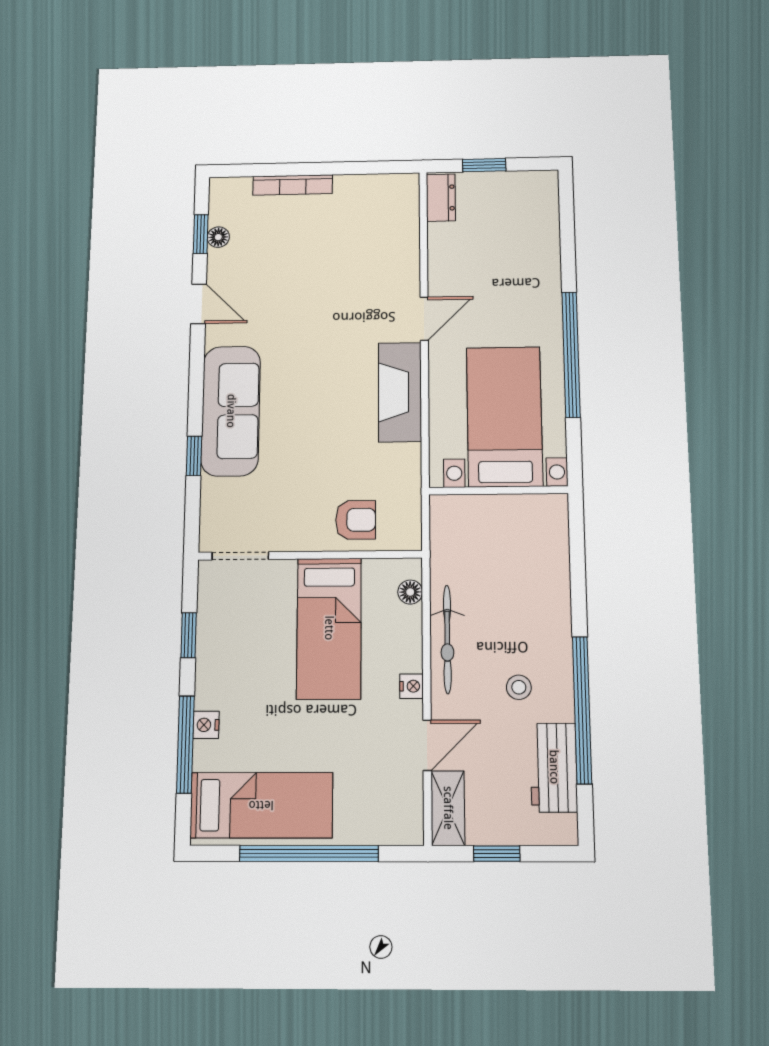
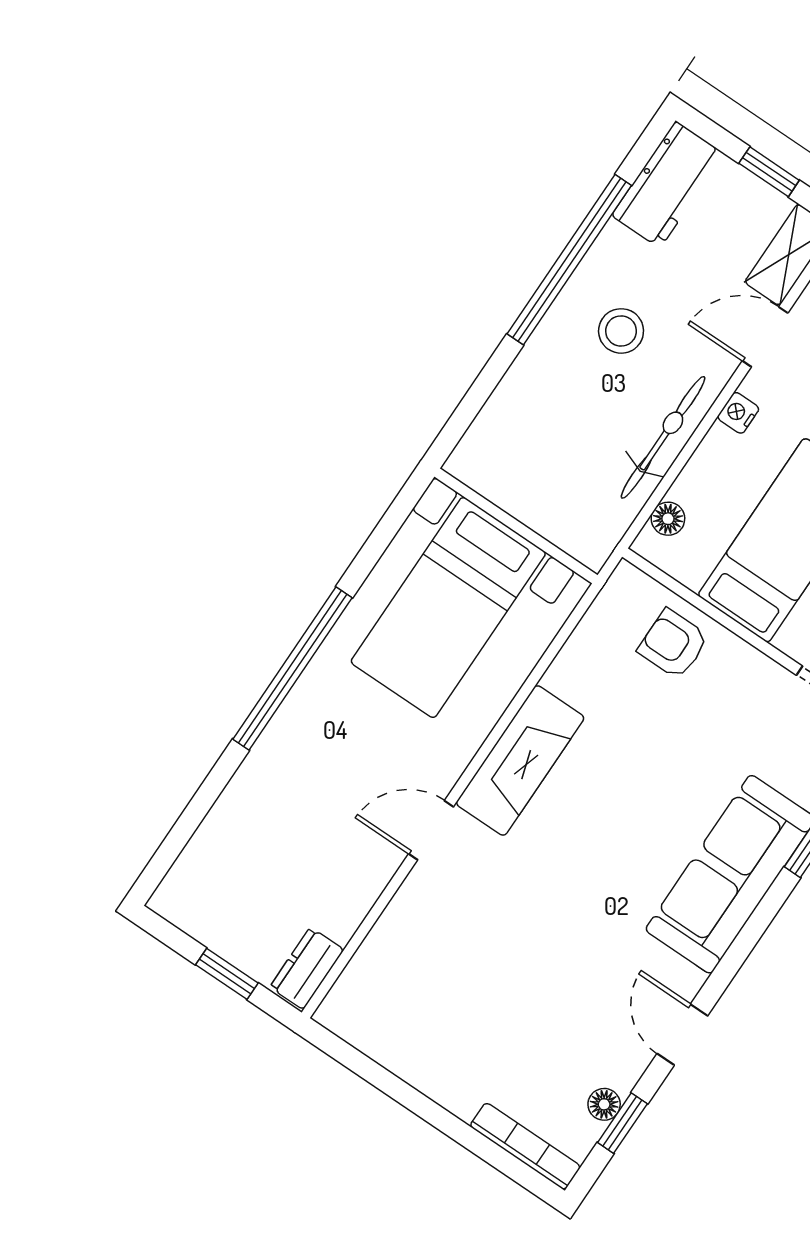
bookcase: (293, 185) -> (525, 1146), moved
bed with nightstands: (504, 416) -> (448, 607), moved
wall: (498, 490) -> (516, 526), moved
stool: (519, 687) -> (621, 331), width x1.37, depth x1.37
workbench: (554, 767) -> (668, 185), moved

